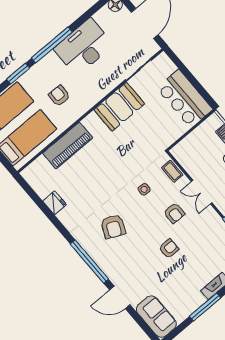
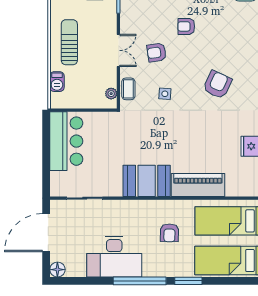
booth: (119, 107) -> (147, 181), moved
plant: (181, 158) -> (111, 94), added
armchair: (174, 213) -> (157, 52), turned -98

